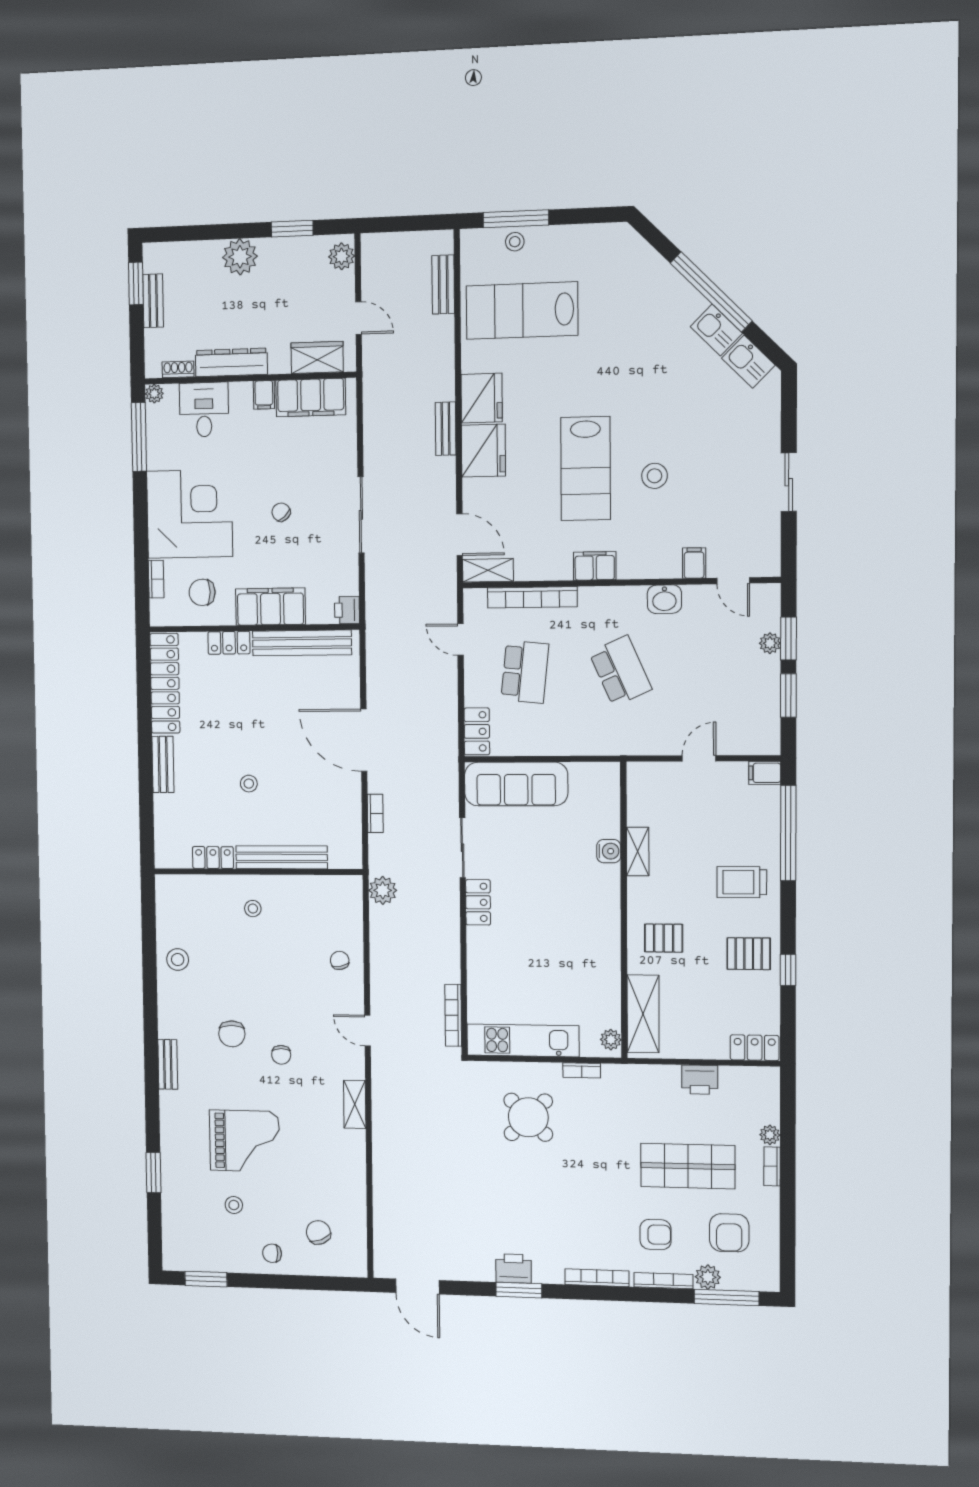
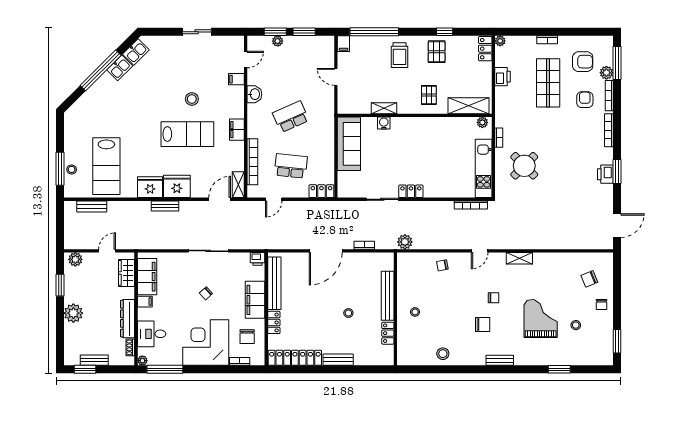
sofa: (516, 784) -> (349, 144), moved
plant: (770, 1135) -> (500, 41), moved

